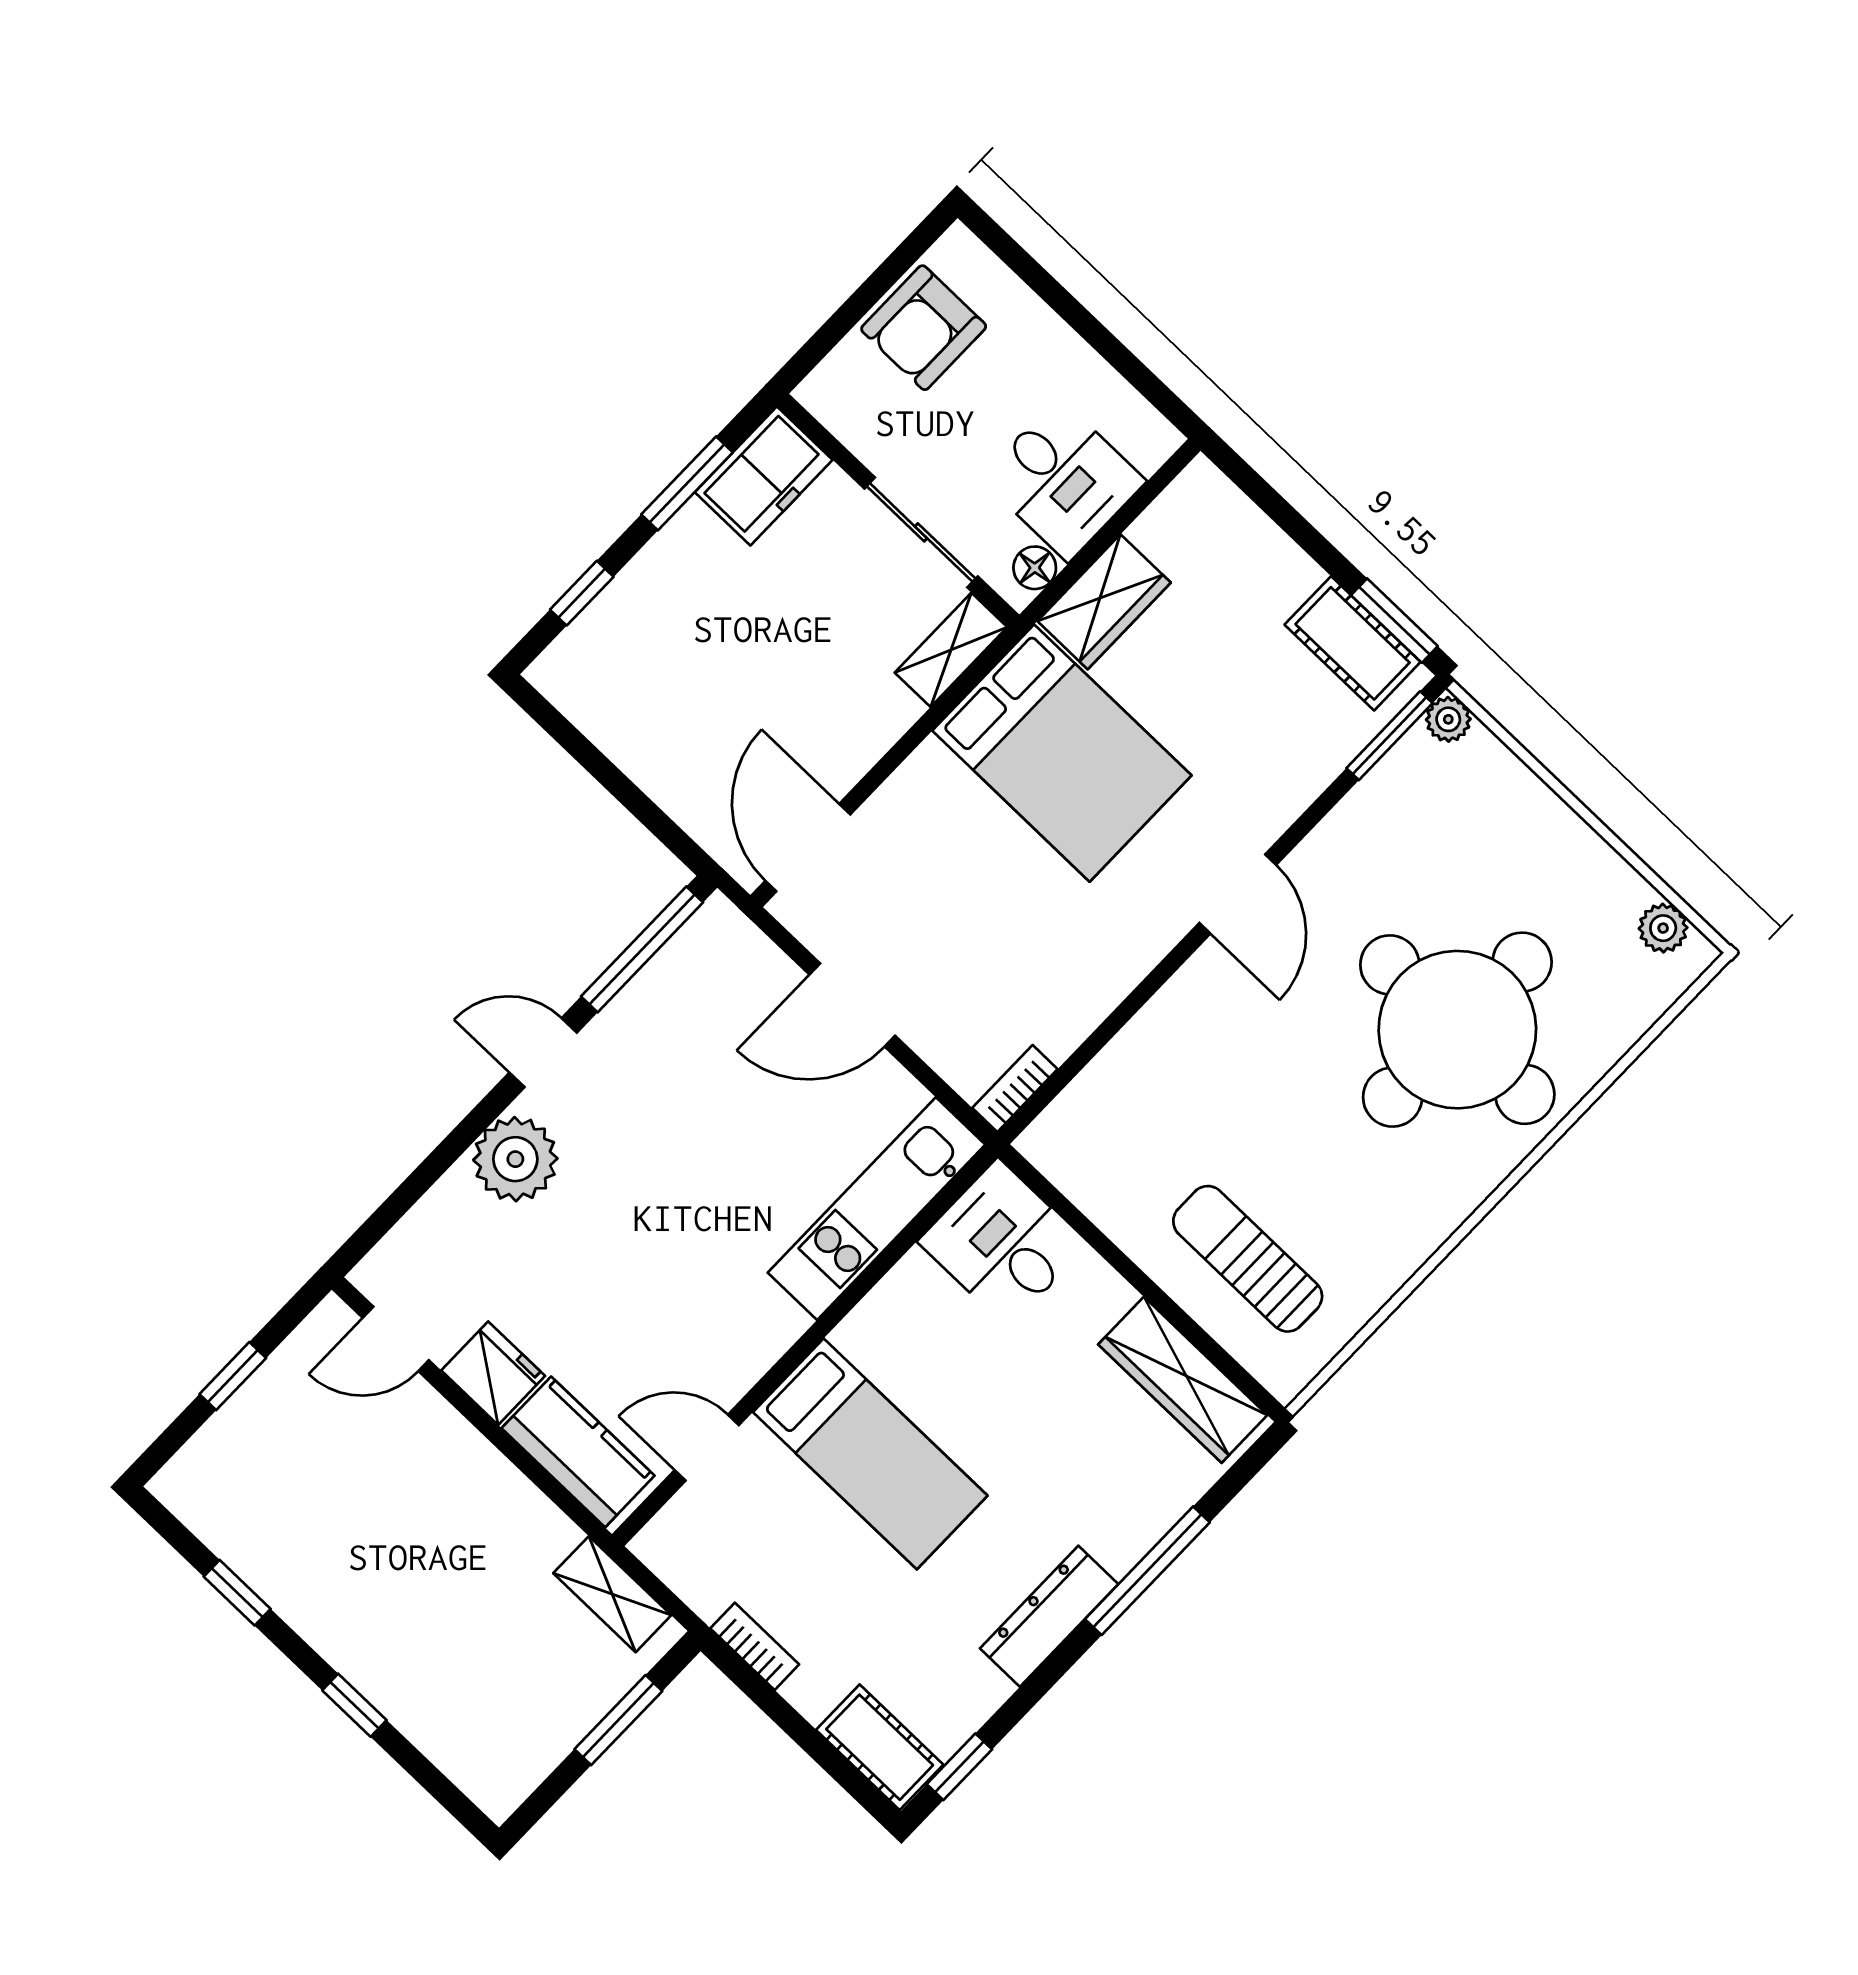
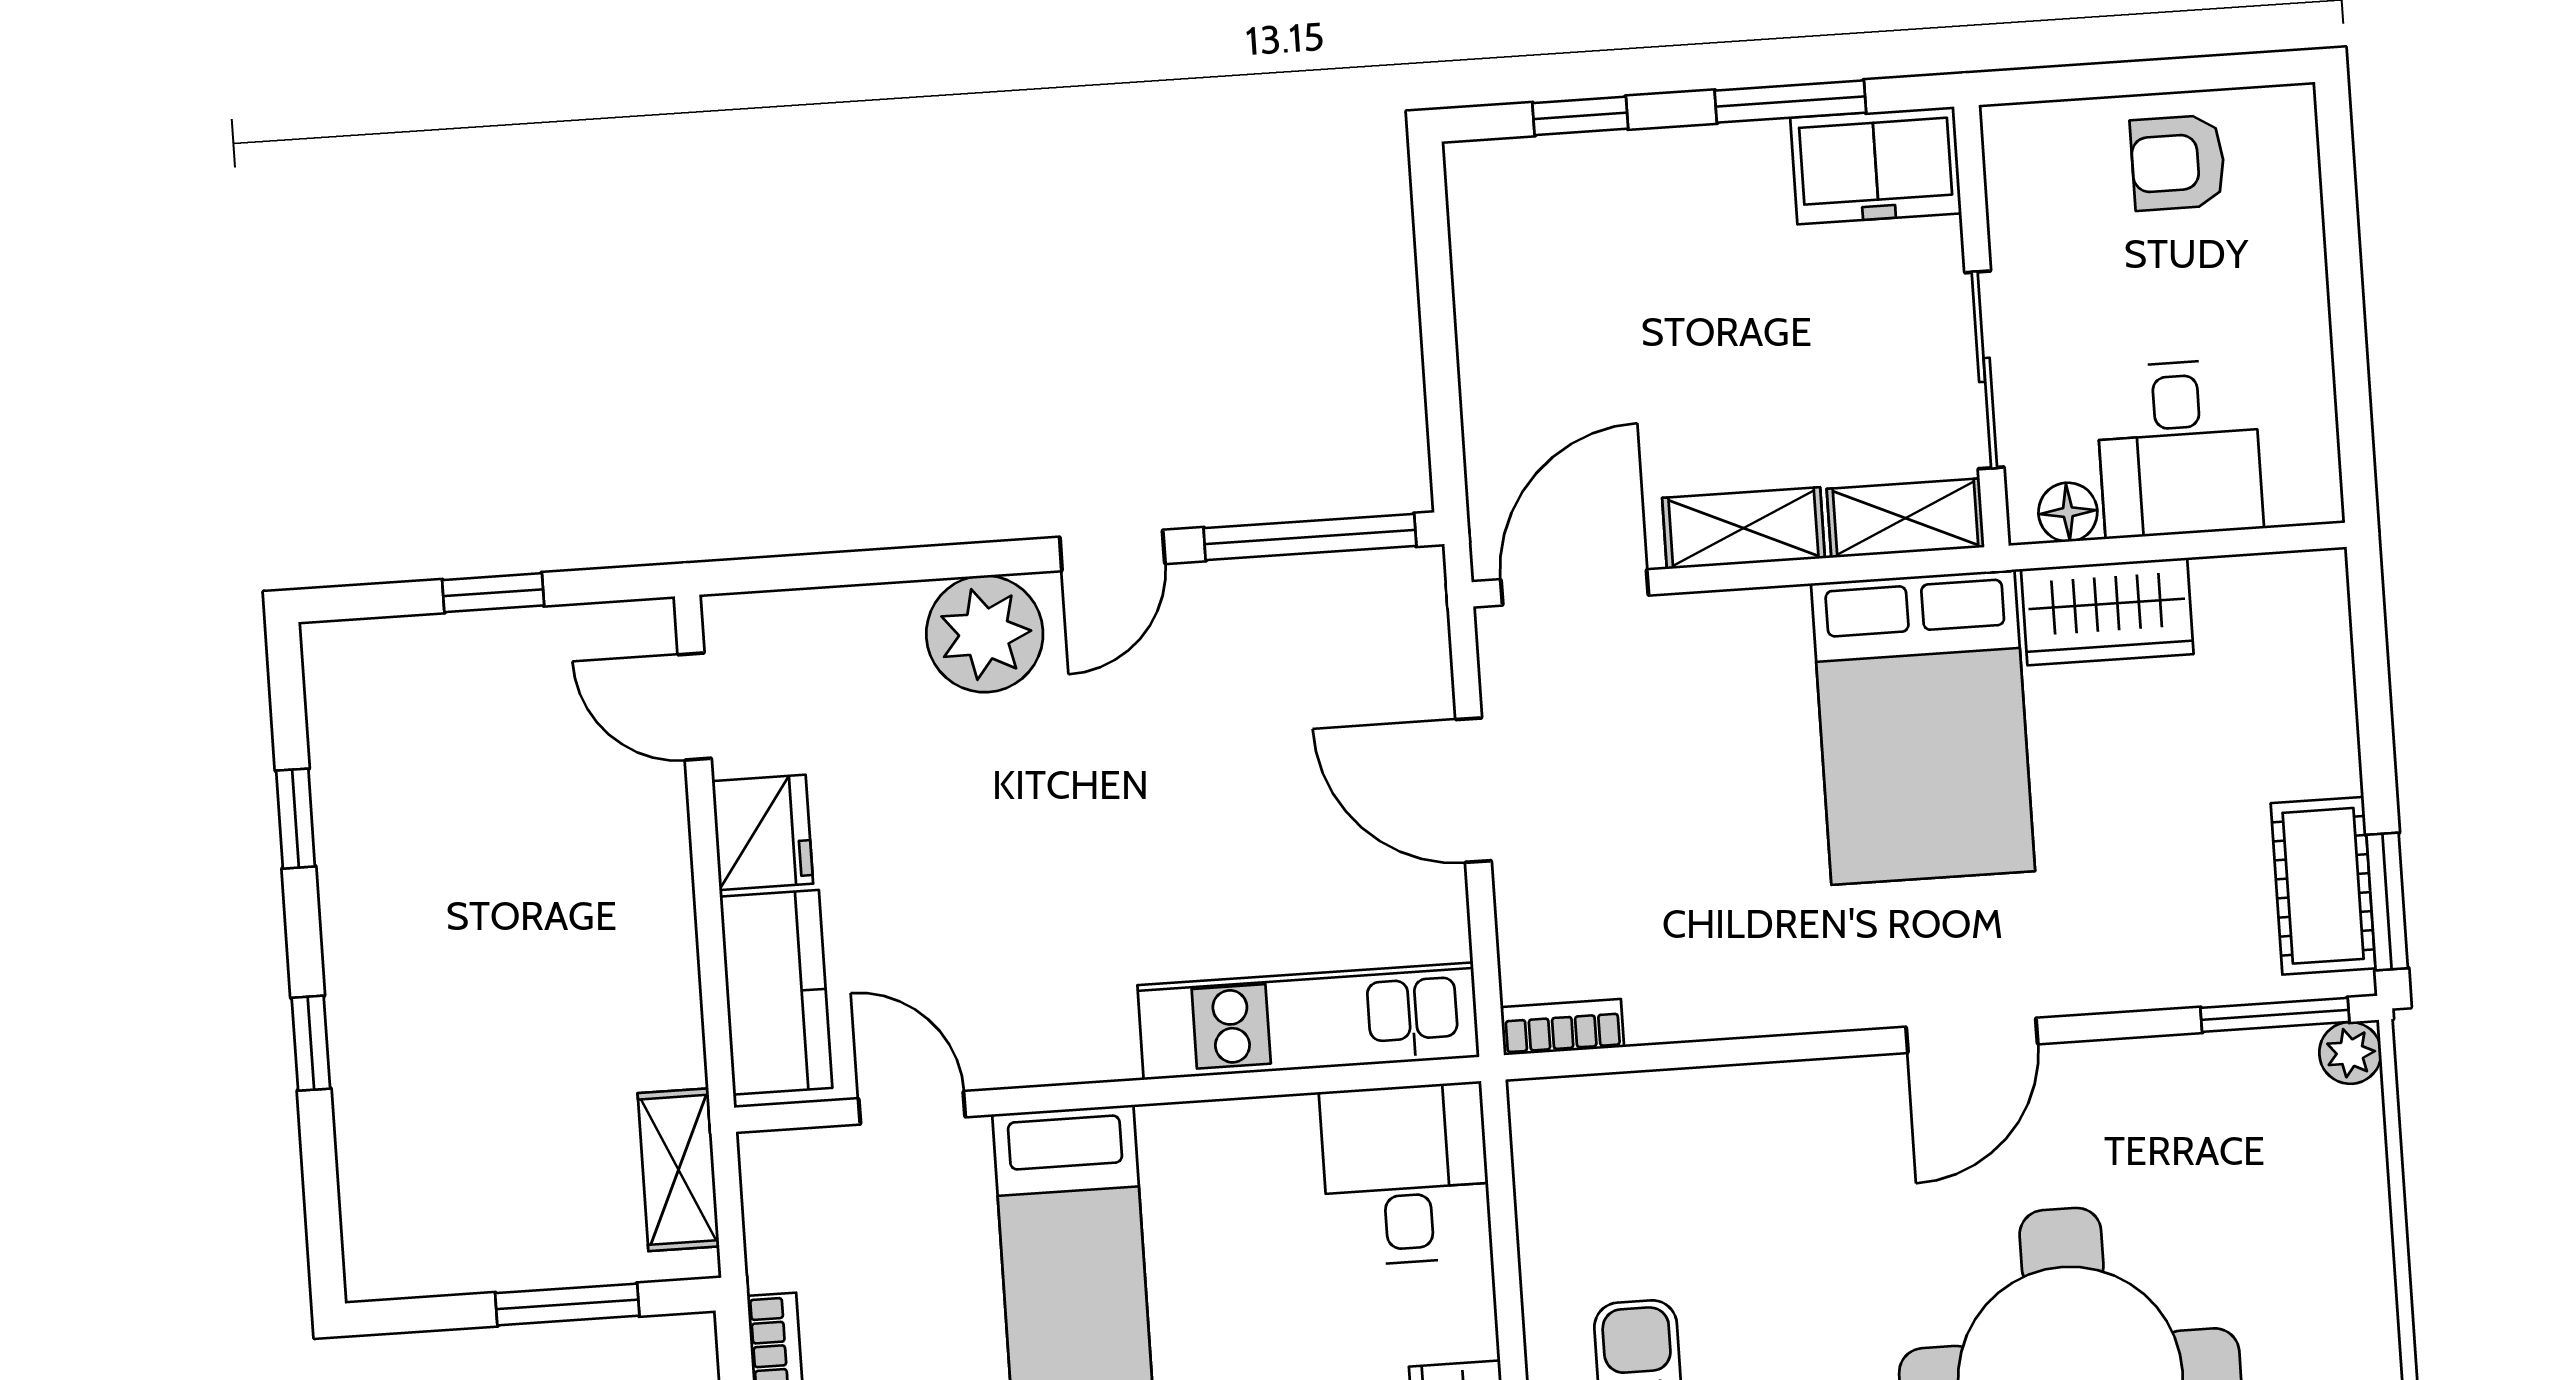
armchair: (924, 328) -> (2178, 163), width x0.72, depth x0.72
shelving: (869, 734) -> (1743, 528), added
door: (543, 1053) -> (1112, 550), swing flipped

